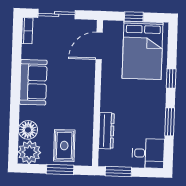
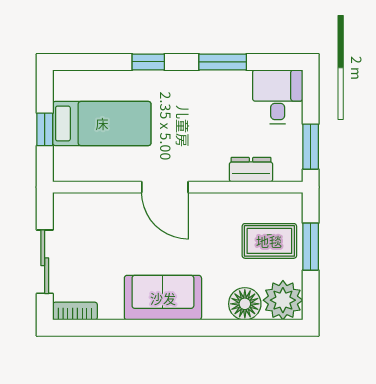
door: (99, 46) -> (165, 187), moved
bed: (143, 50) -> (102, 123), width x0.67
dresser: (106, 131) -> (251, 170), width x0.70

